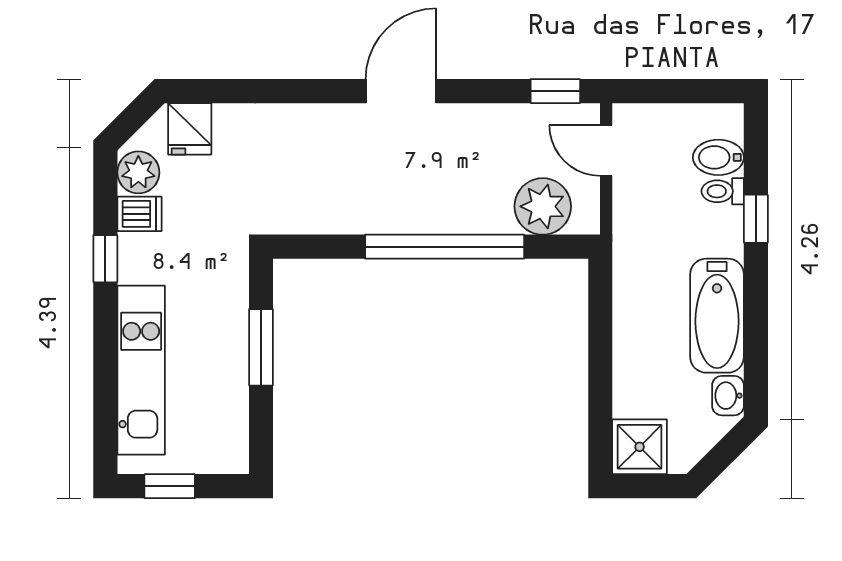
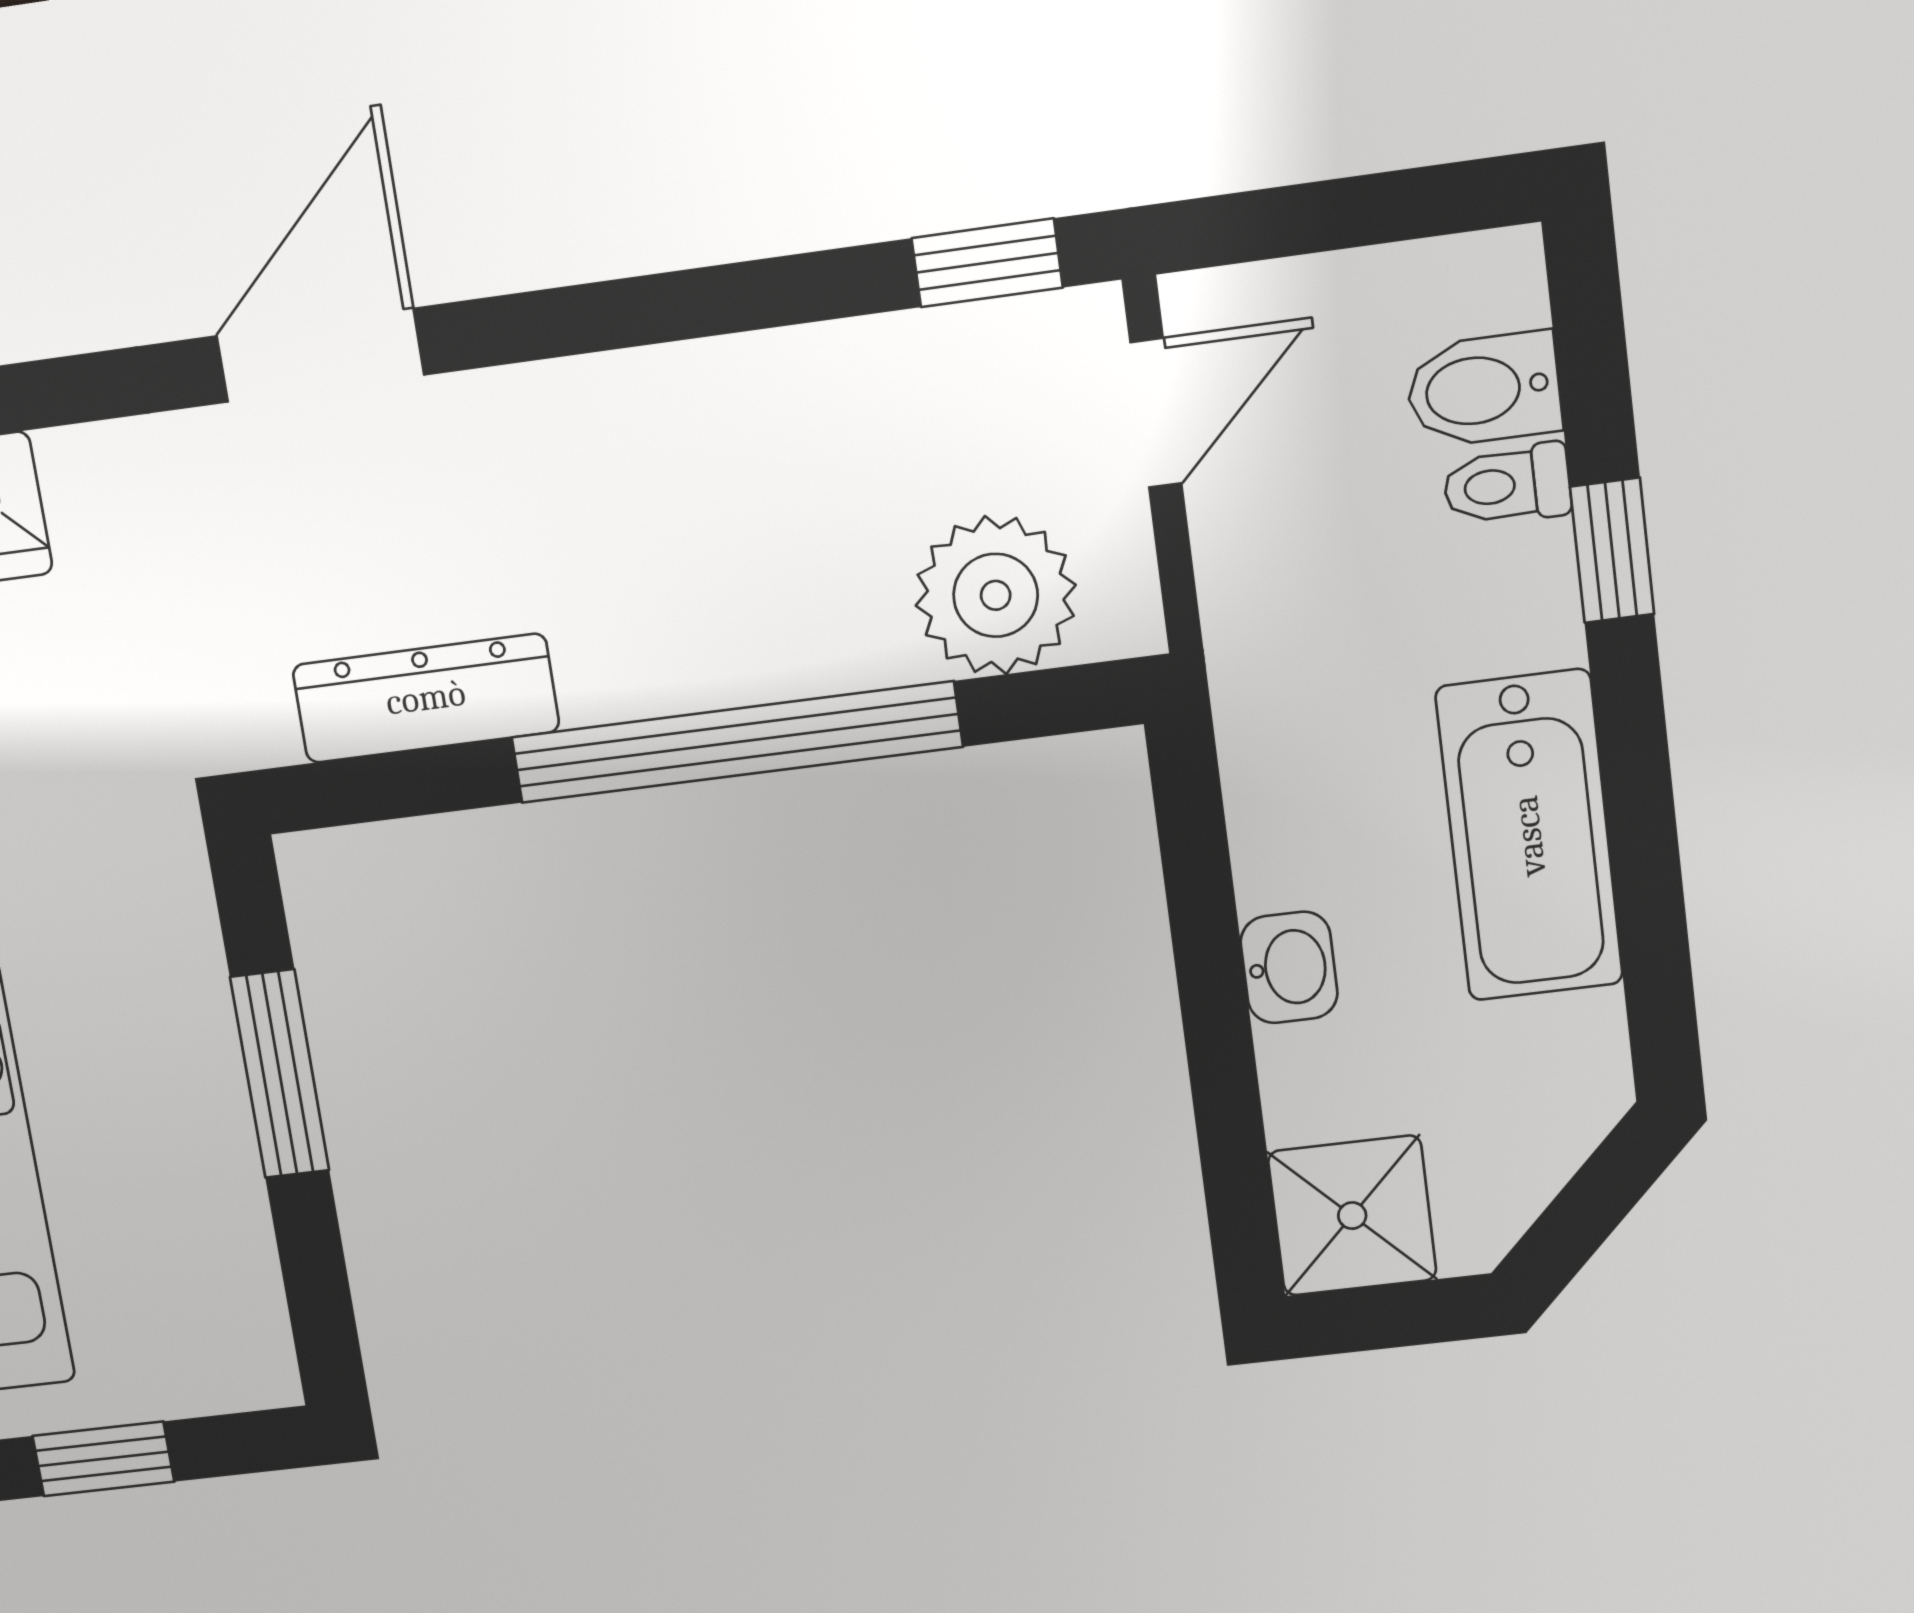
door: (401, 91) -> (320, 355), moved
door: (606, 150) -> (1156, 413), swing flipped
dresser: (337, 217) -> (426, 698), added
washbasin: (728, 396) -> (1289, 967), moved, turned 180

